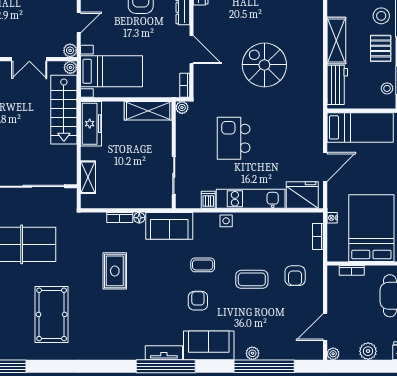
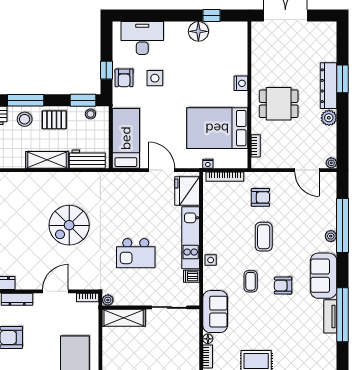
shelving: (148, 111) -> (124, 318), moved, turned 90
bookcase: (318, 236) -> (225, 177), width x1.56
plant: (368, 351) -> (329, 118), moved

